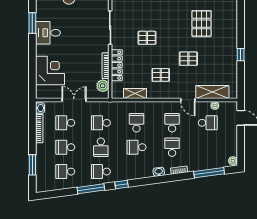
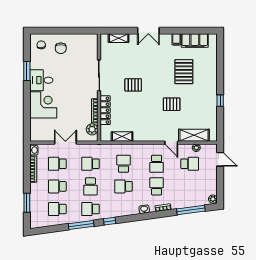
corner desk: (50, 70) -> (43, 105), moved
pallet: (161, 75) -> (146, 119), removed
school desk: (172, 123) -> (157, 164), turned 180

